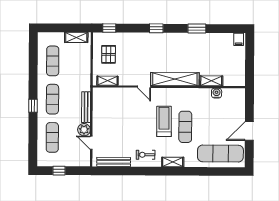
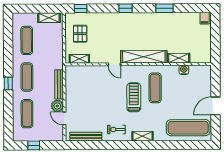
exercise mat: (185, 127) -> (155, 88), moved

